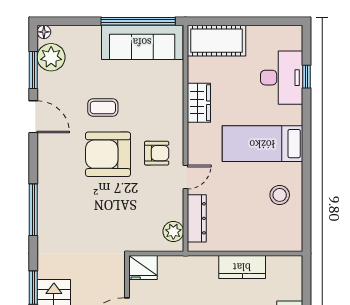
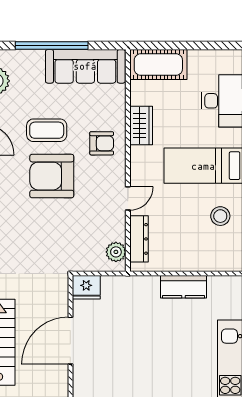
window: (138, 21) -> (52, 46), moved
coffee table: (103, 108) -> (47, 130), width x1.36, depth x1.30
armchair: (157, 153) -> (102, 143), moved

